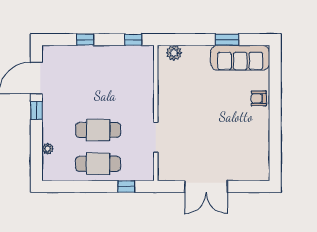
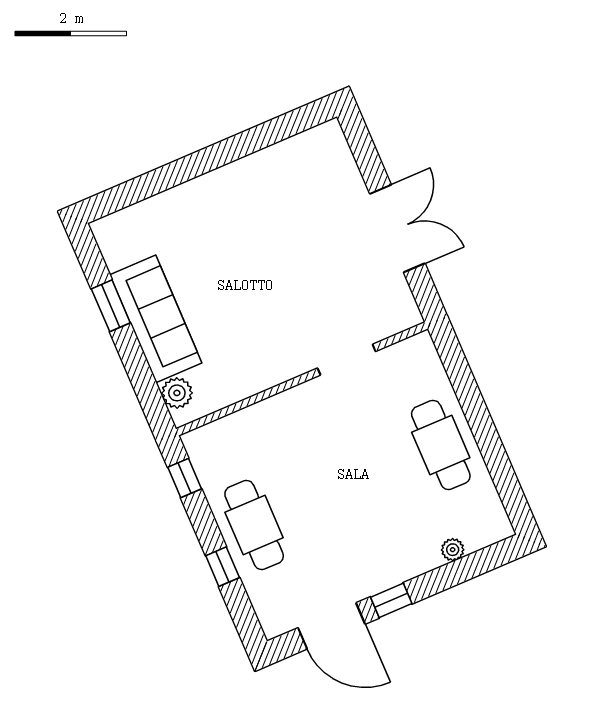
sofa: (240, 58) -> (156, 319), moved
armchair: (259, 98) -> (194, 201), removed
cafe table: (98, 130) -> (254, 525), moved
window: (126, 187) -> (460, 375), removed

